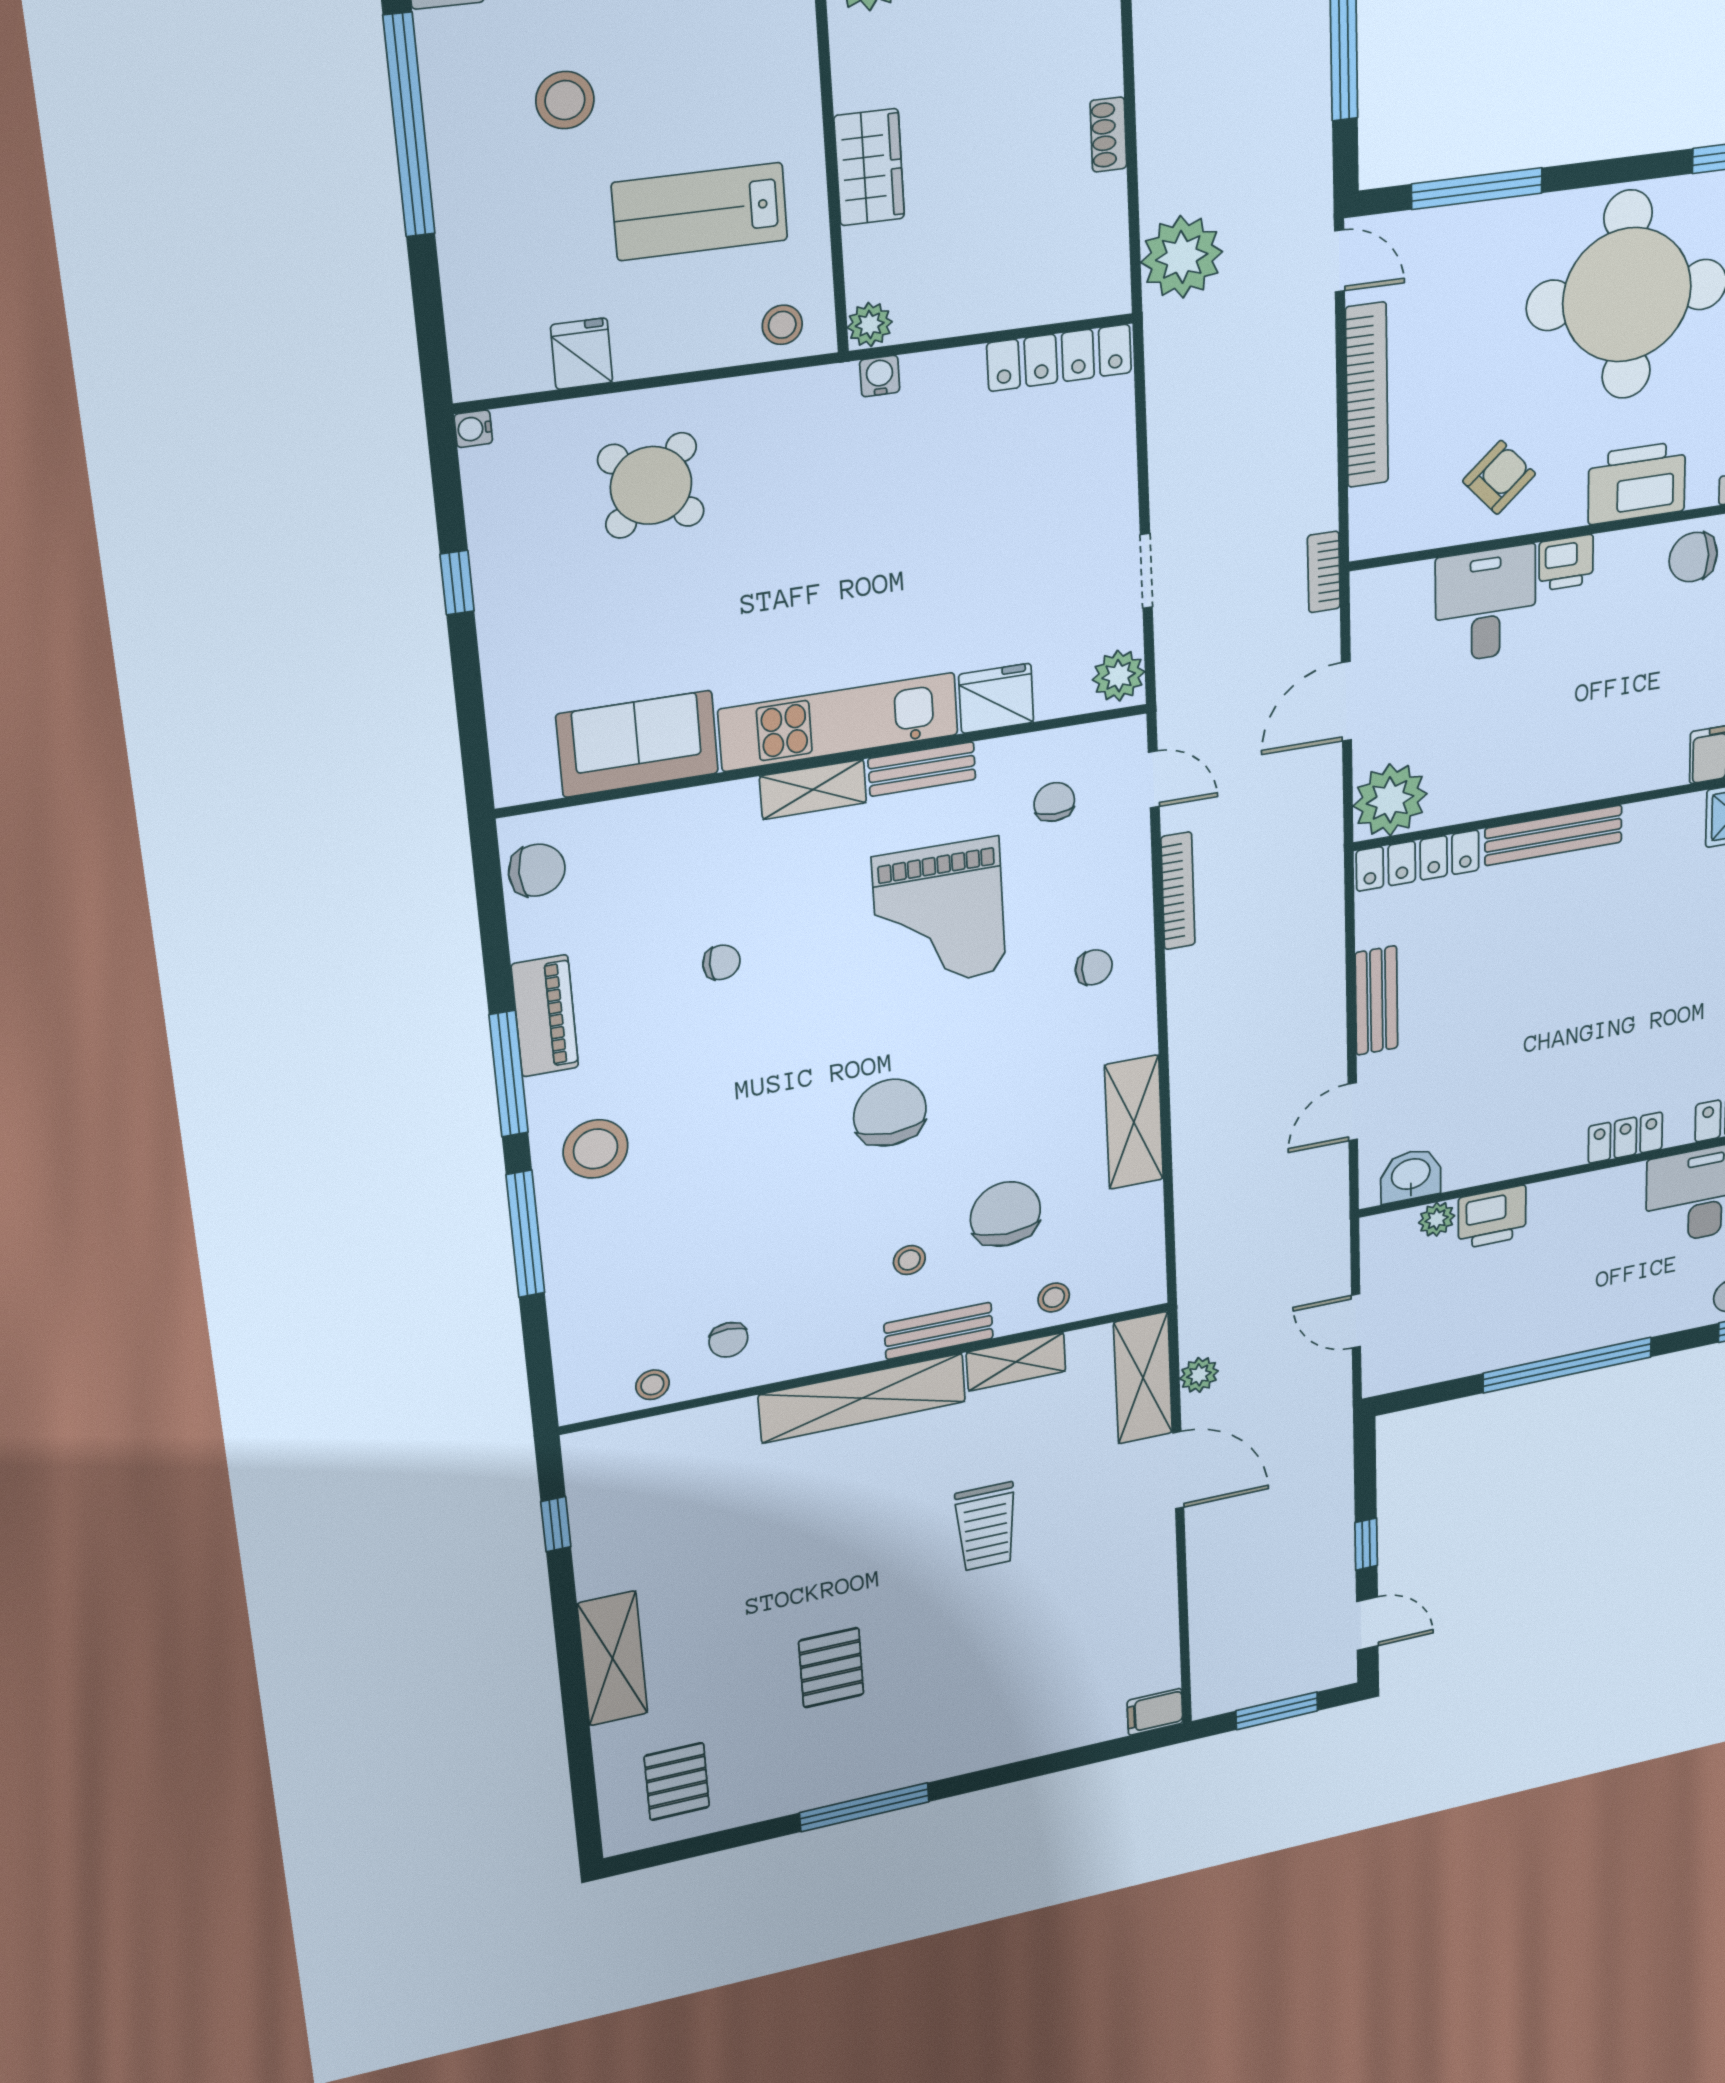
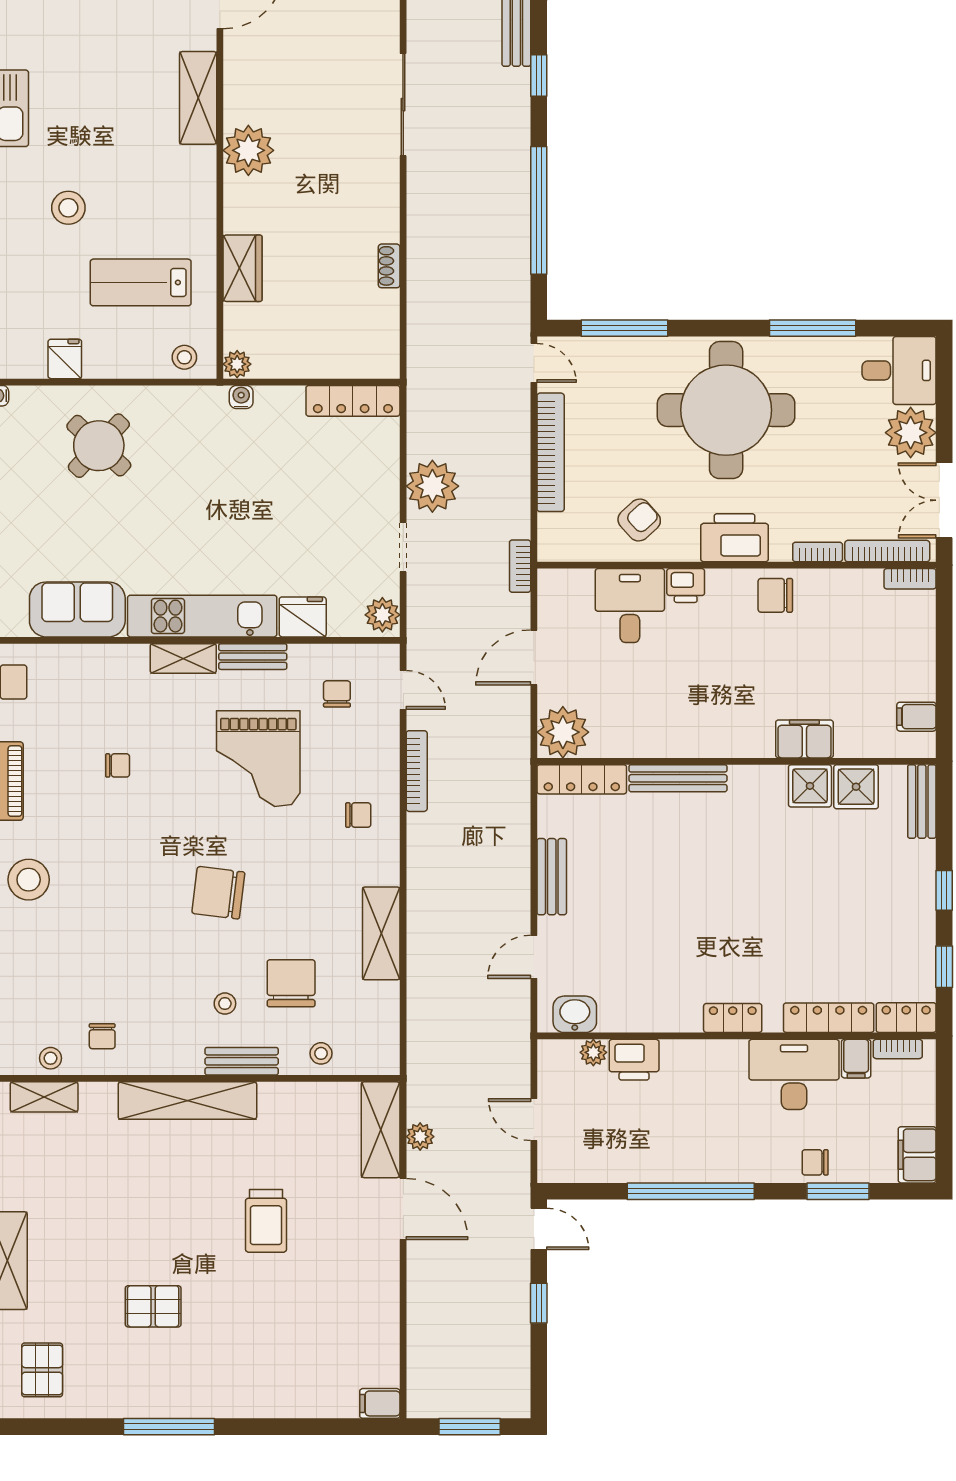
plant: (1182, 257) -> (432, 486), moved
chair: (890, 1113) -> (218, 893), turned -83
shelving: (1016, 1362) -> (44, 1097), moved
door: (1367, 1624) -> (539, 1229), moved
pallet: (831, 1668) -> (153, 1306), turned 90

